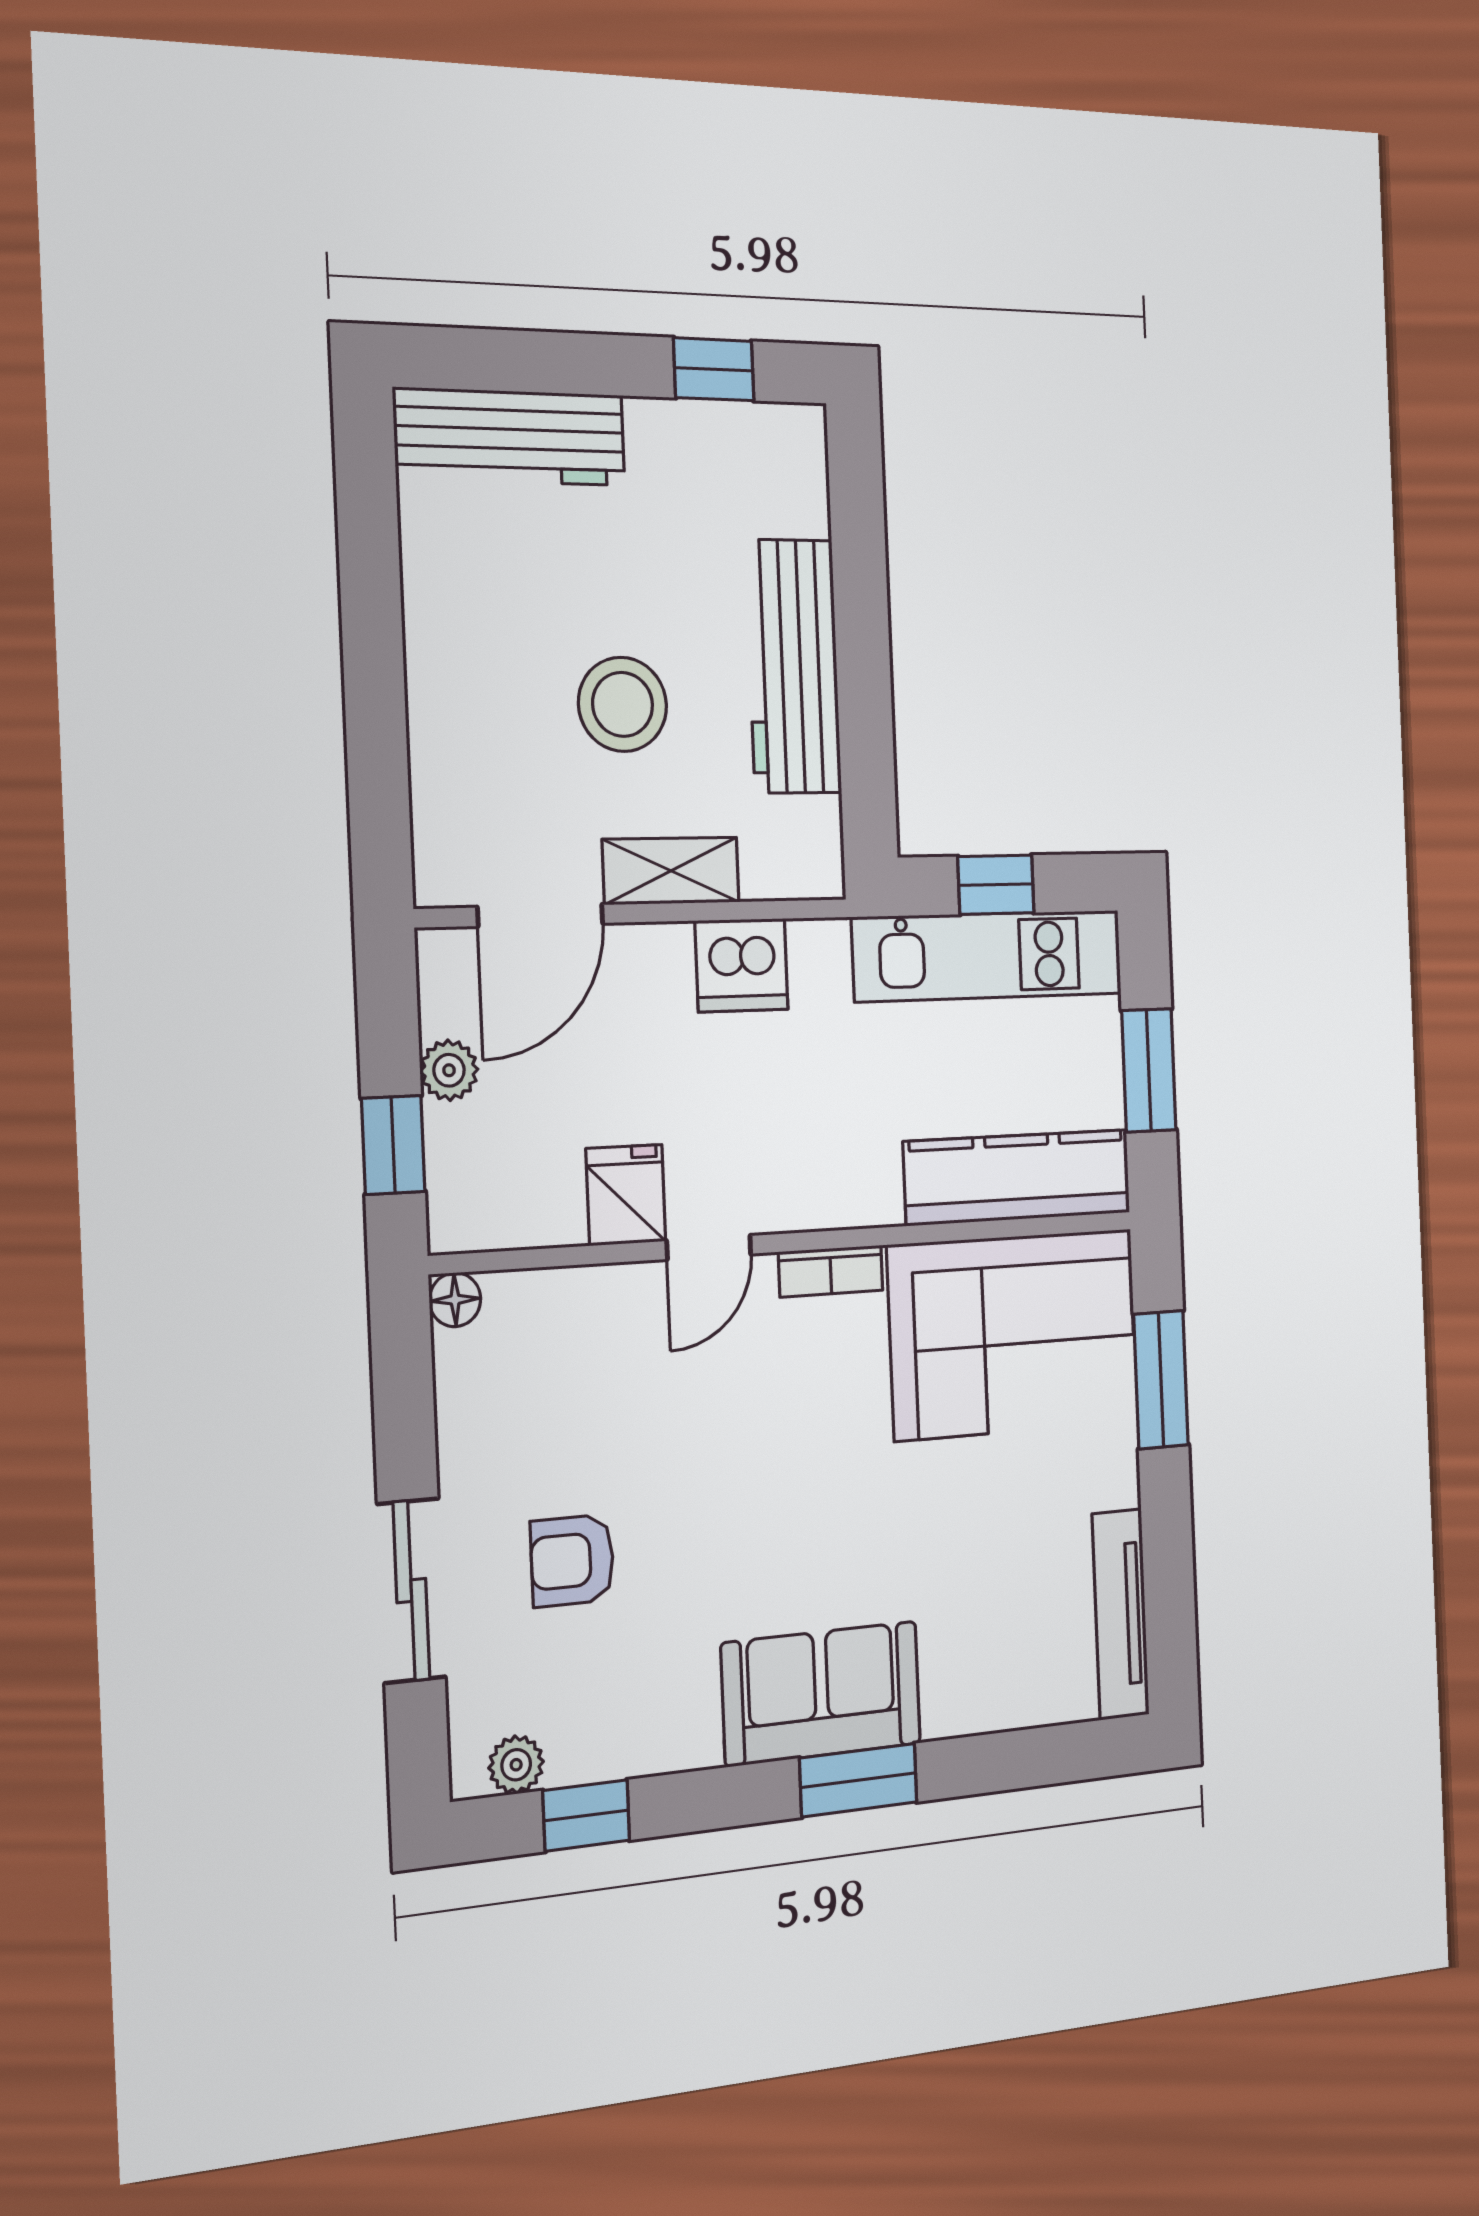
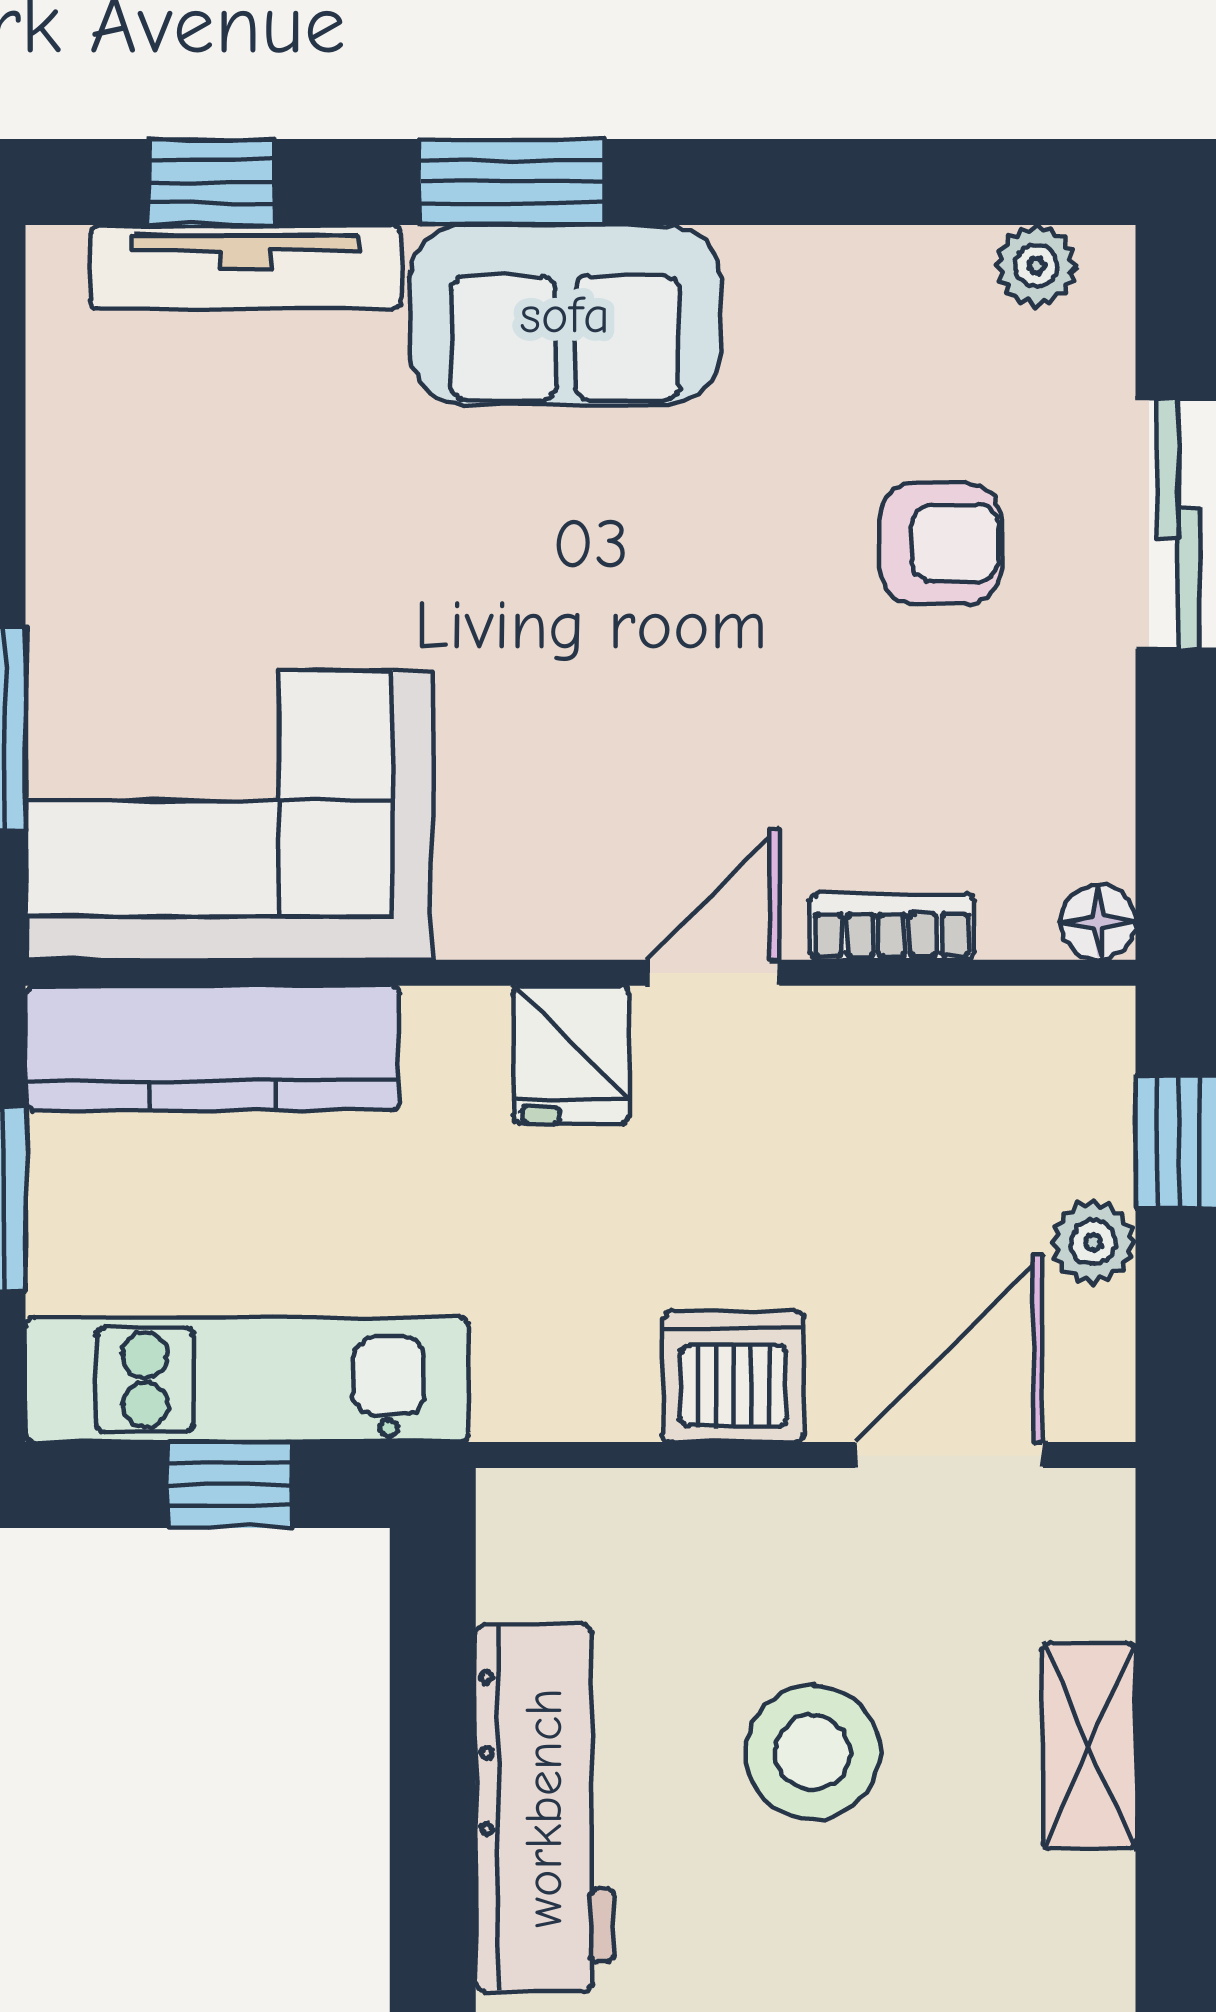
shelving: (671, 871) -> (1089, 1746), moved, turned 90
dishwasher: (742, 965) -> (733, 1377), moved
fridge: (626, 1195) -> (571, 1055), moved
bookcase: (831, 1271) -> (892, 927), moved
tv unit: (1121, 1614) -> (246, 267), moved, turned 90
window: (586, 1815) -> (212, 182), moved

